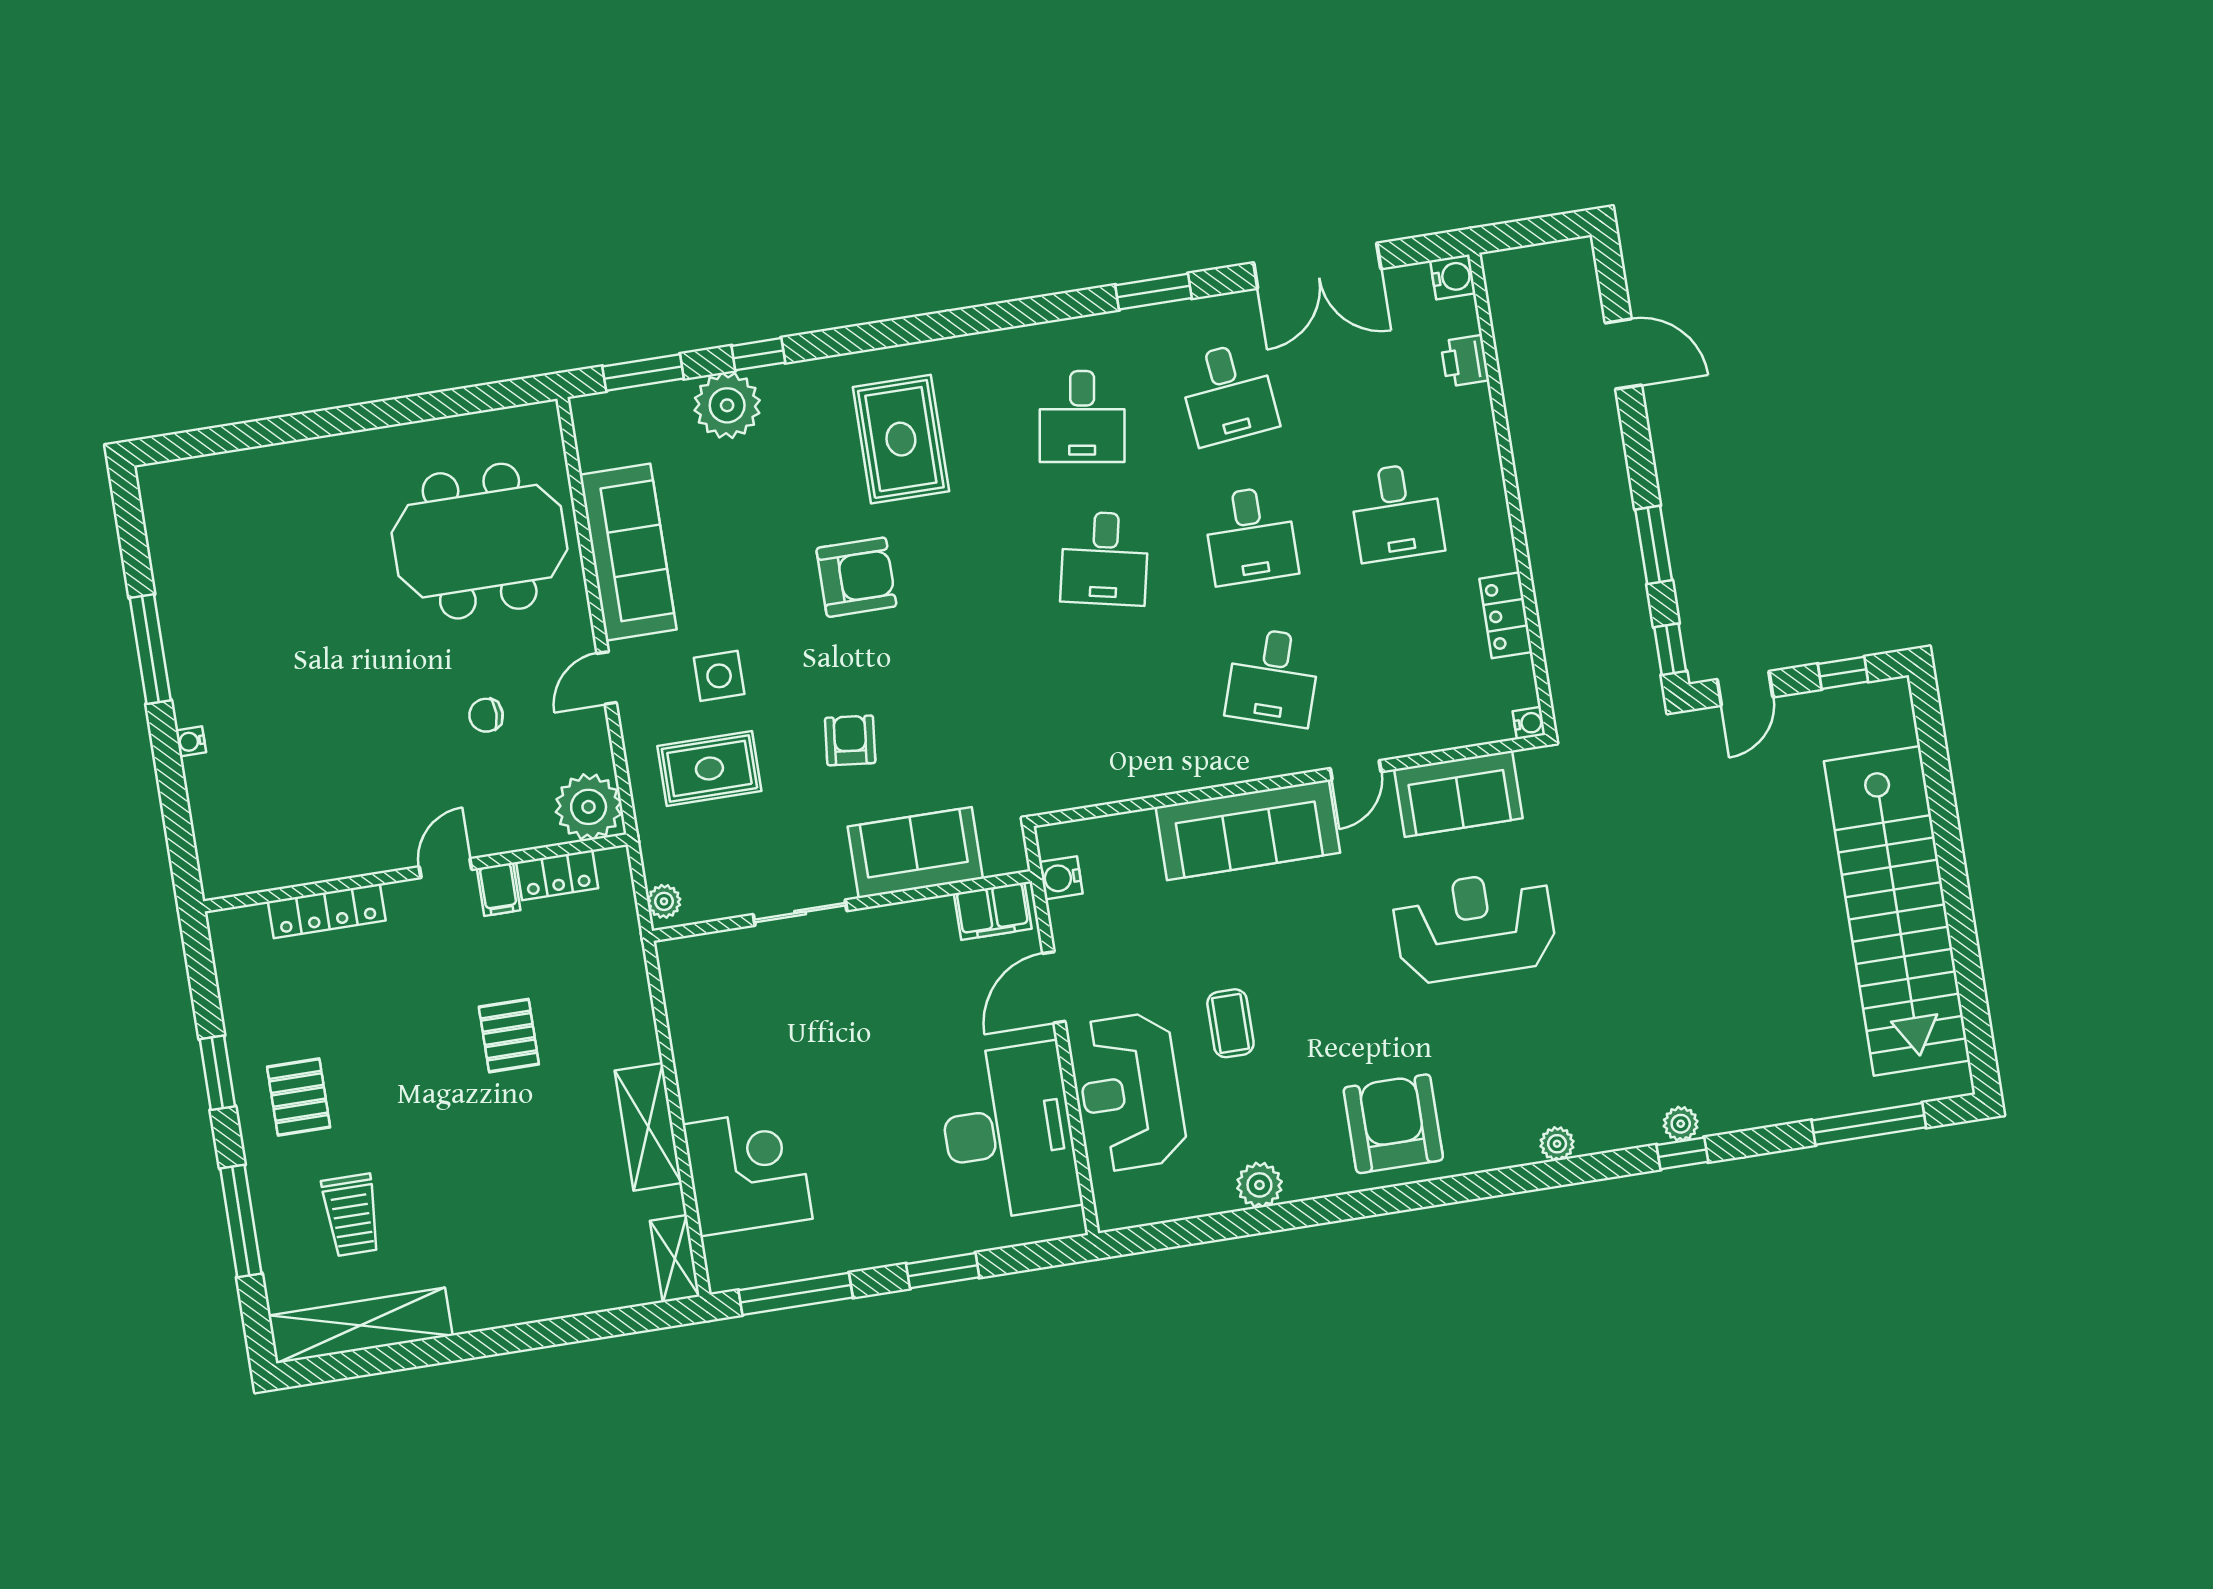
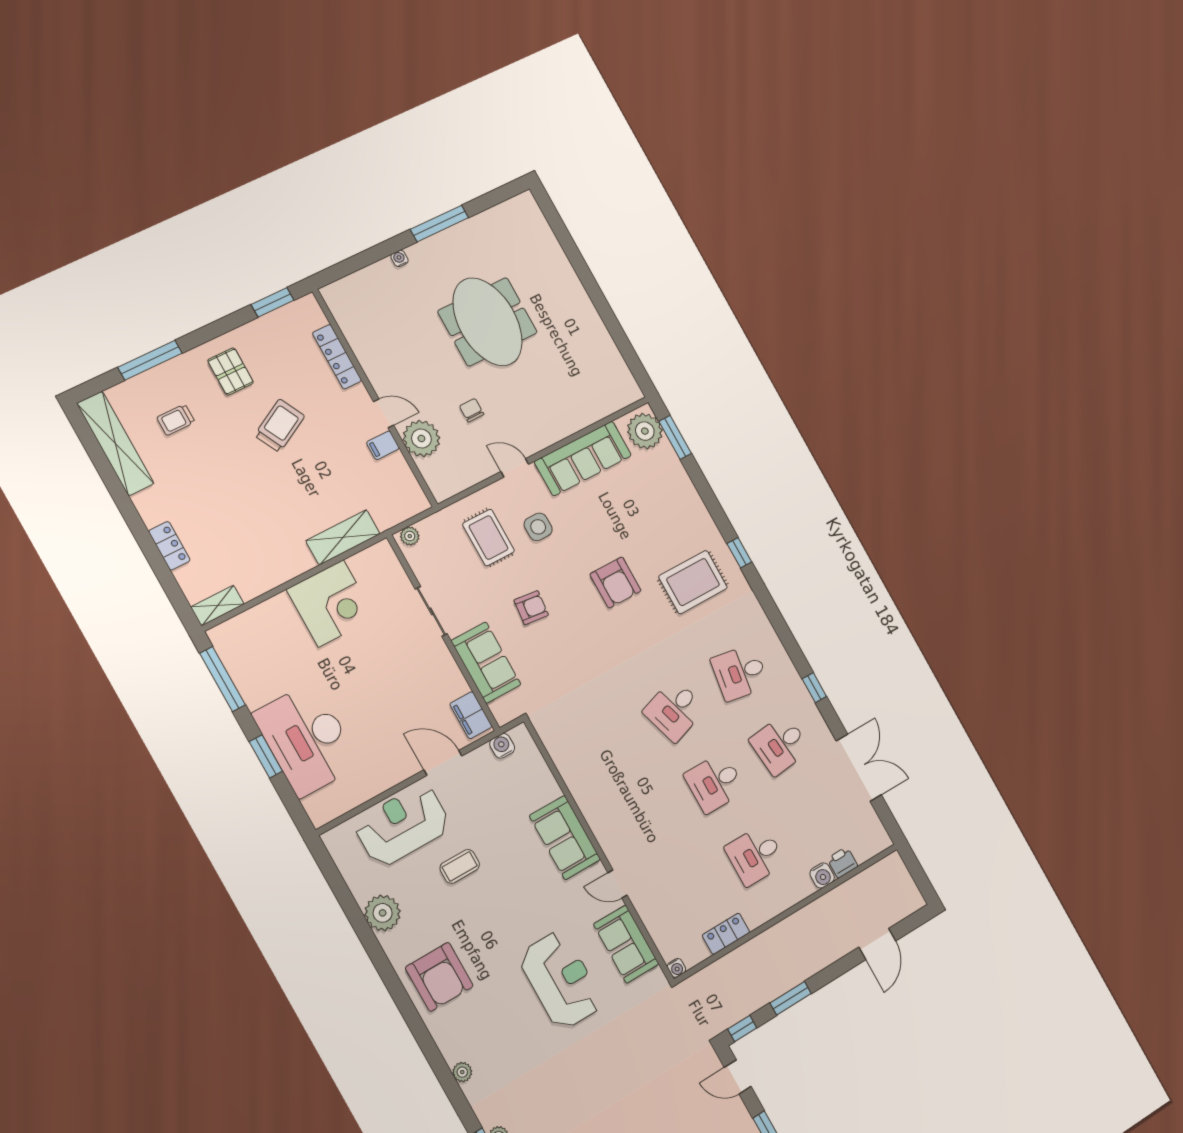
double door: (1317, 266) -> (859, 768), swing flipped
water cooler: (1453, 277) -> (822, 876), moved
window: (1153, 292) -> (814, 688), width x0.67
window: (758, 354) -> (739, 553), moved
plant: (727, 405) -> (645, 431), moved
meeting table: (480, 541) -> (488, 322), moved
desk: (1105, 558) -> (674, 710), turned -30
desk: (1273, 677) -> (648, 822), removed
plant: (589, 807) -> (421, 439), moved
sofa: (1248, 830) -> (565, 838), width x0.73
locker: (557, 875) -> (169, 546), moved, turned 180
pallet: (509, 1036) -> (307, 475), removed
trolley: (413, 1050) -> (280, 426), added
window: (217, 1073) -> (273, 302), moved
pallet: (299, 1097) -> (231, 371), turned 90
armchair: (1393, 1124) -> (439, 977), turned 90
shelving: (648, 1127) -> (343, 537), moved
desk: (1008, 1132) -> (307, 739), moved, turned 90
corner desk: (748, 1172) -> (331, 603), moved
plant: (1259, 1185) -> (383, 913), width x1.36, depth x1.36
trolley: (351, 1215) -> (176, 420), width x0.73, depth x0.72

